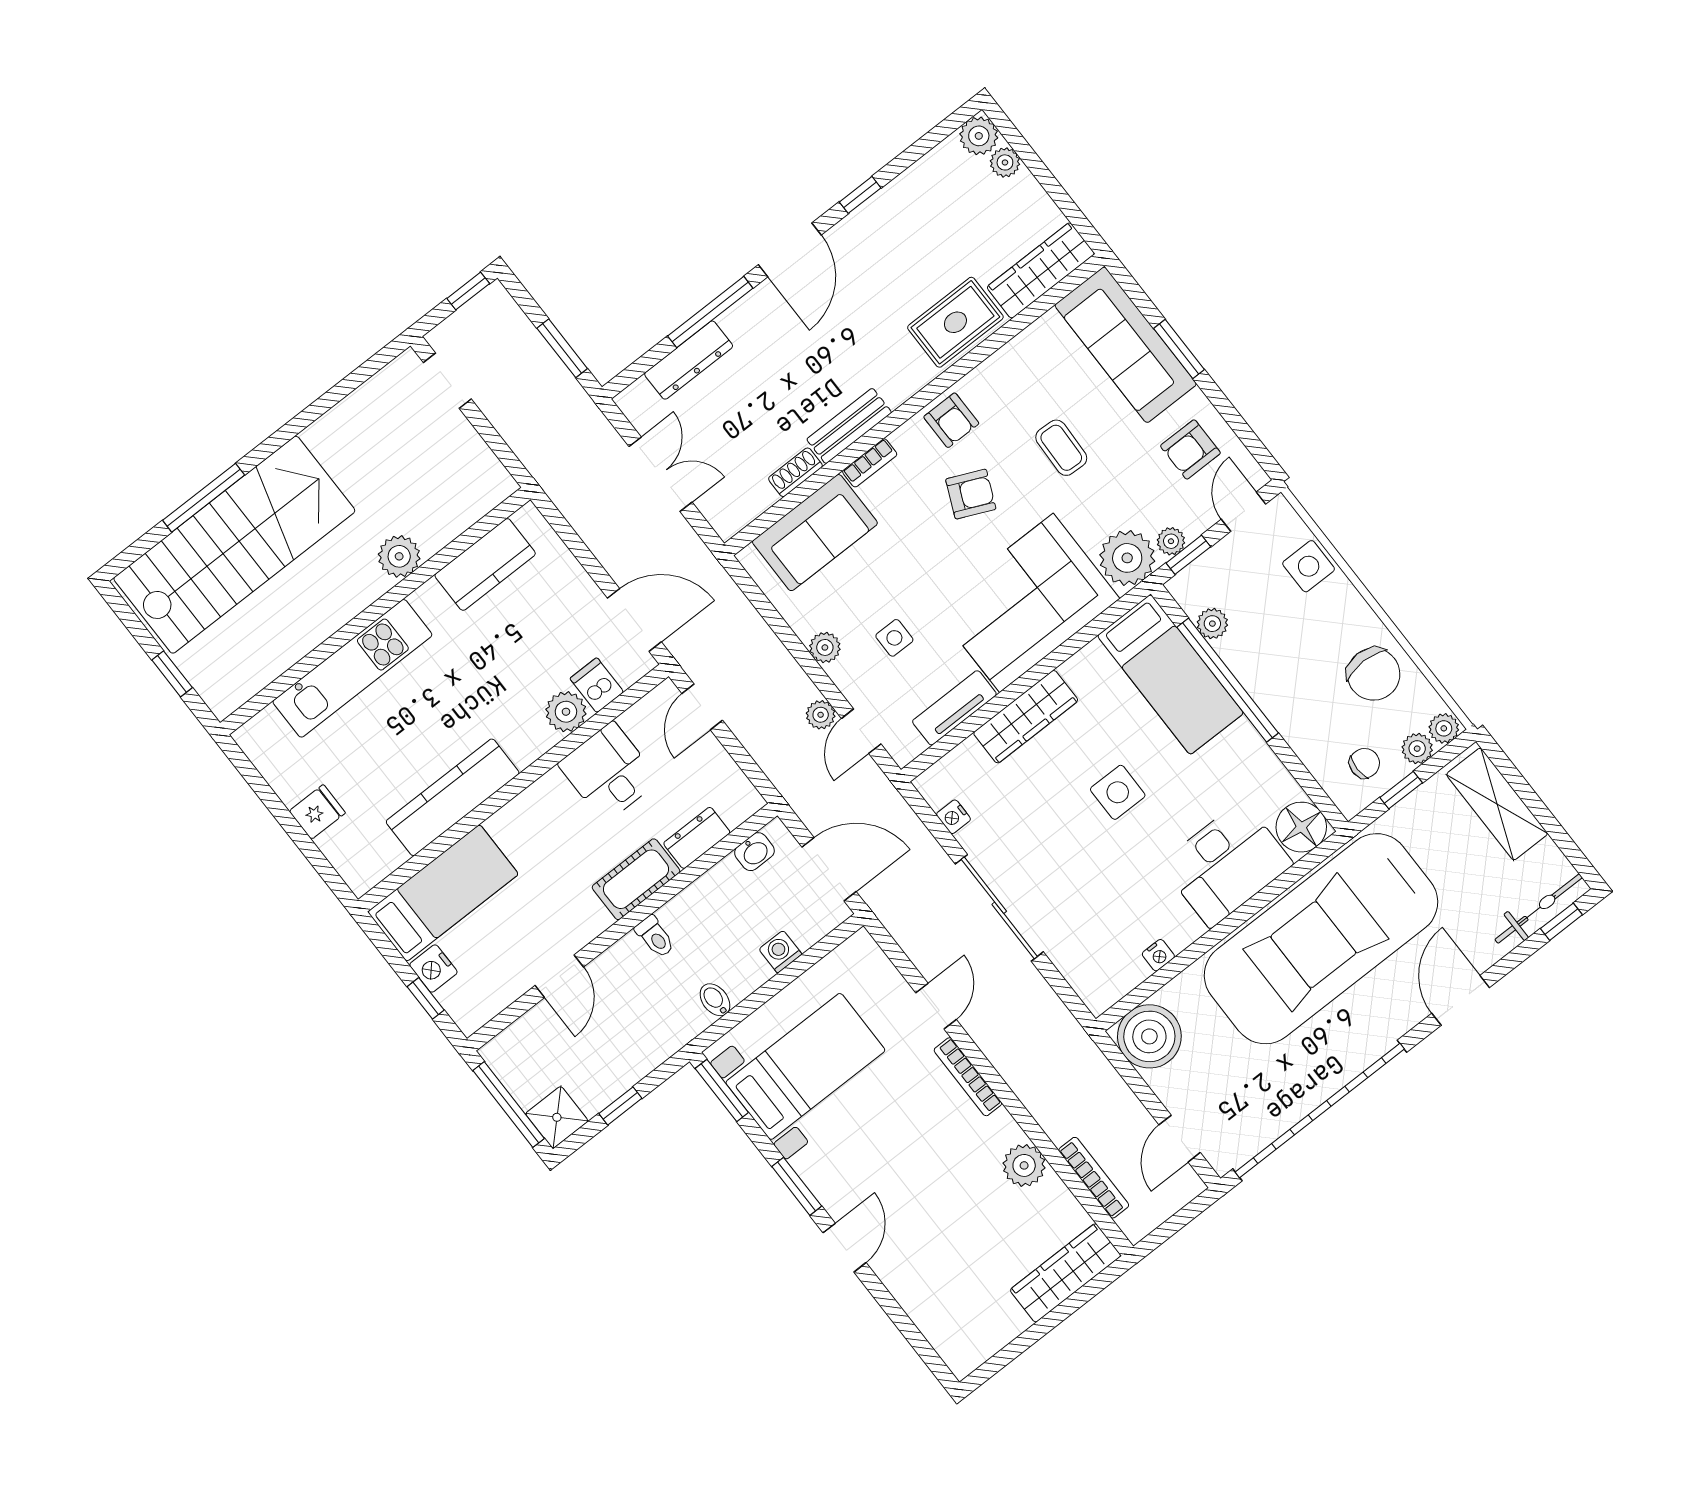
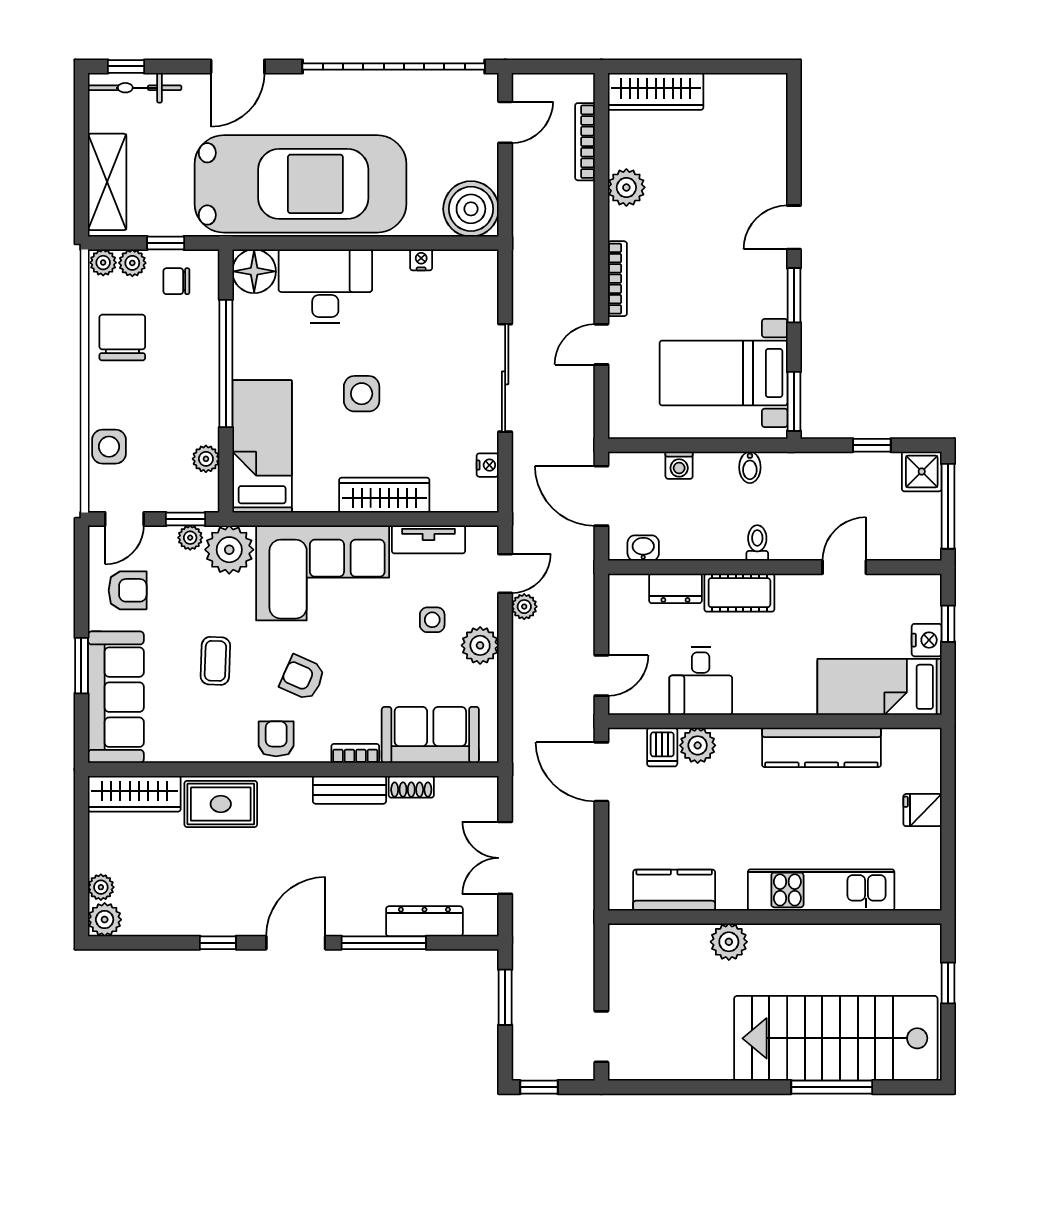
plant: (825, 647) -> (480, 645), width x1.38, depth x1.38
window: (1228, 680) -> (226, 363), moved

